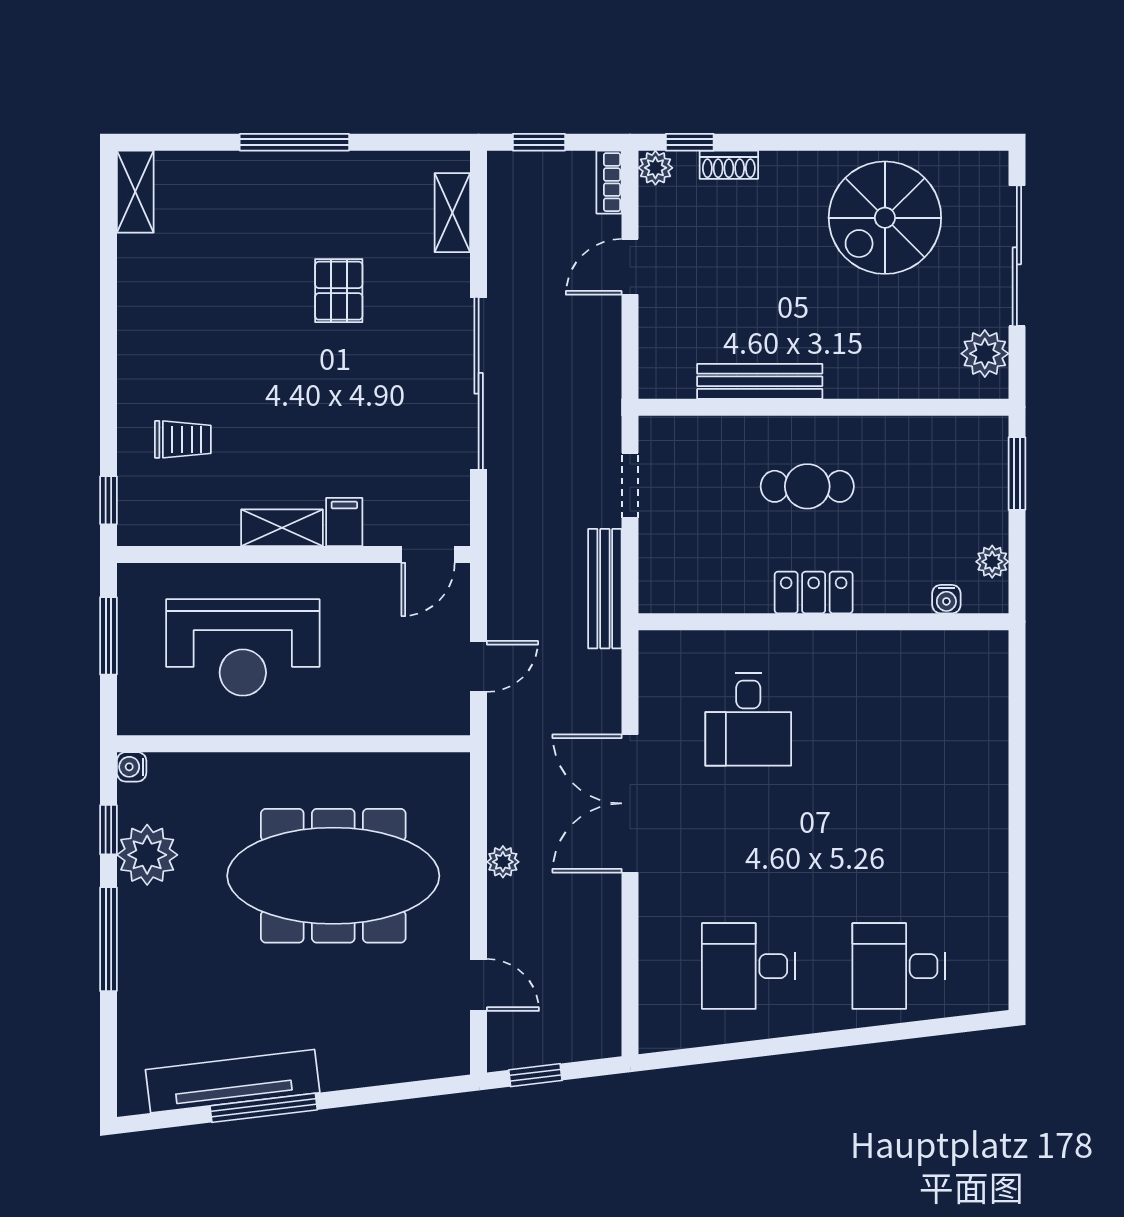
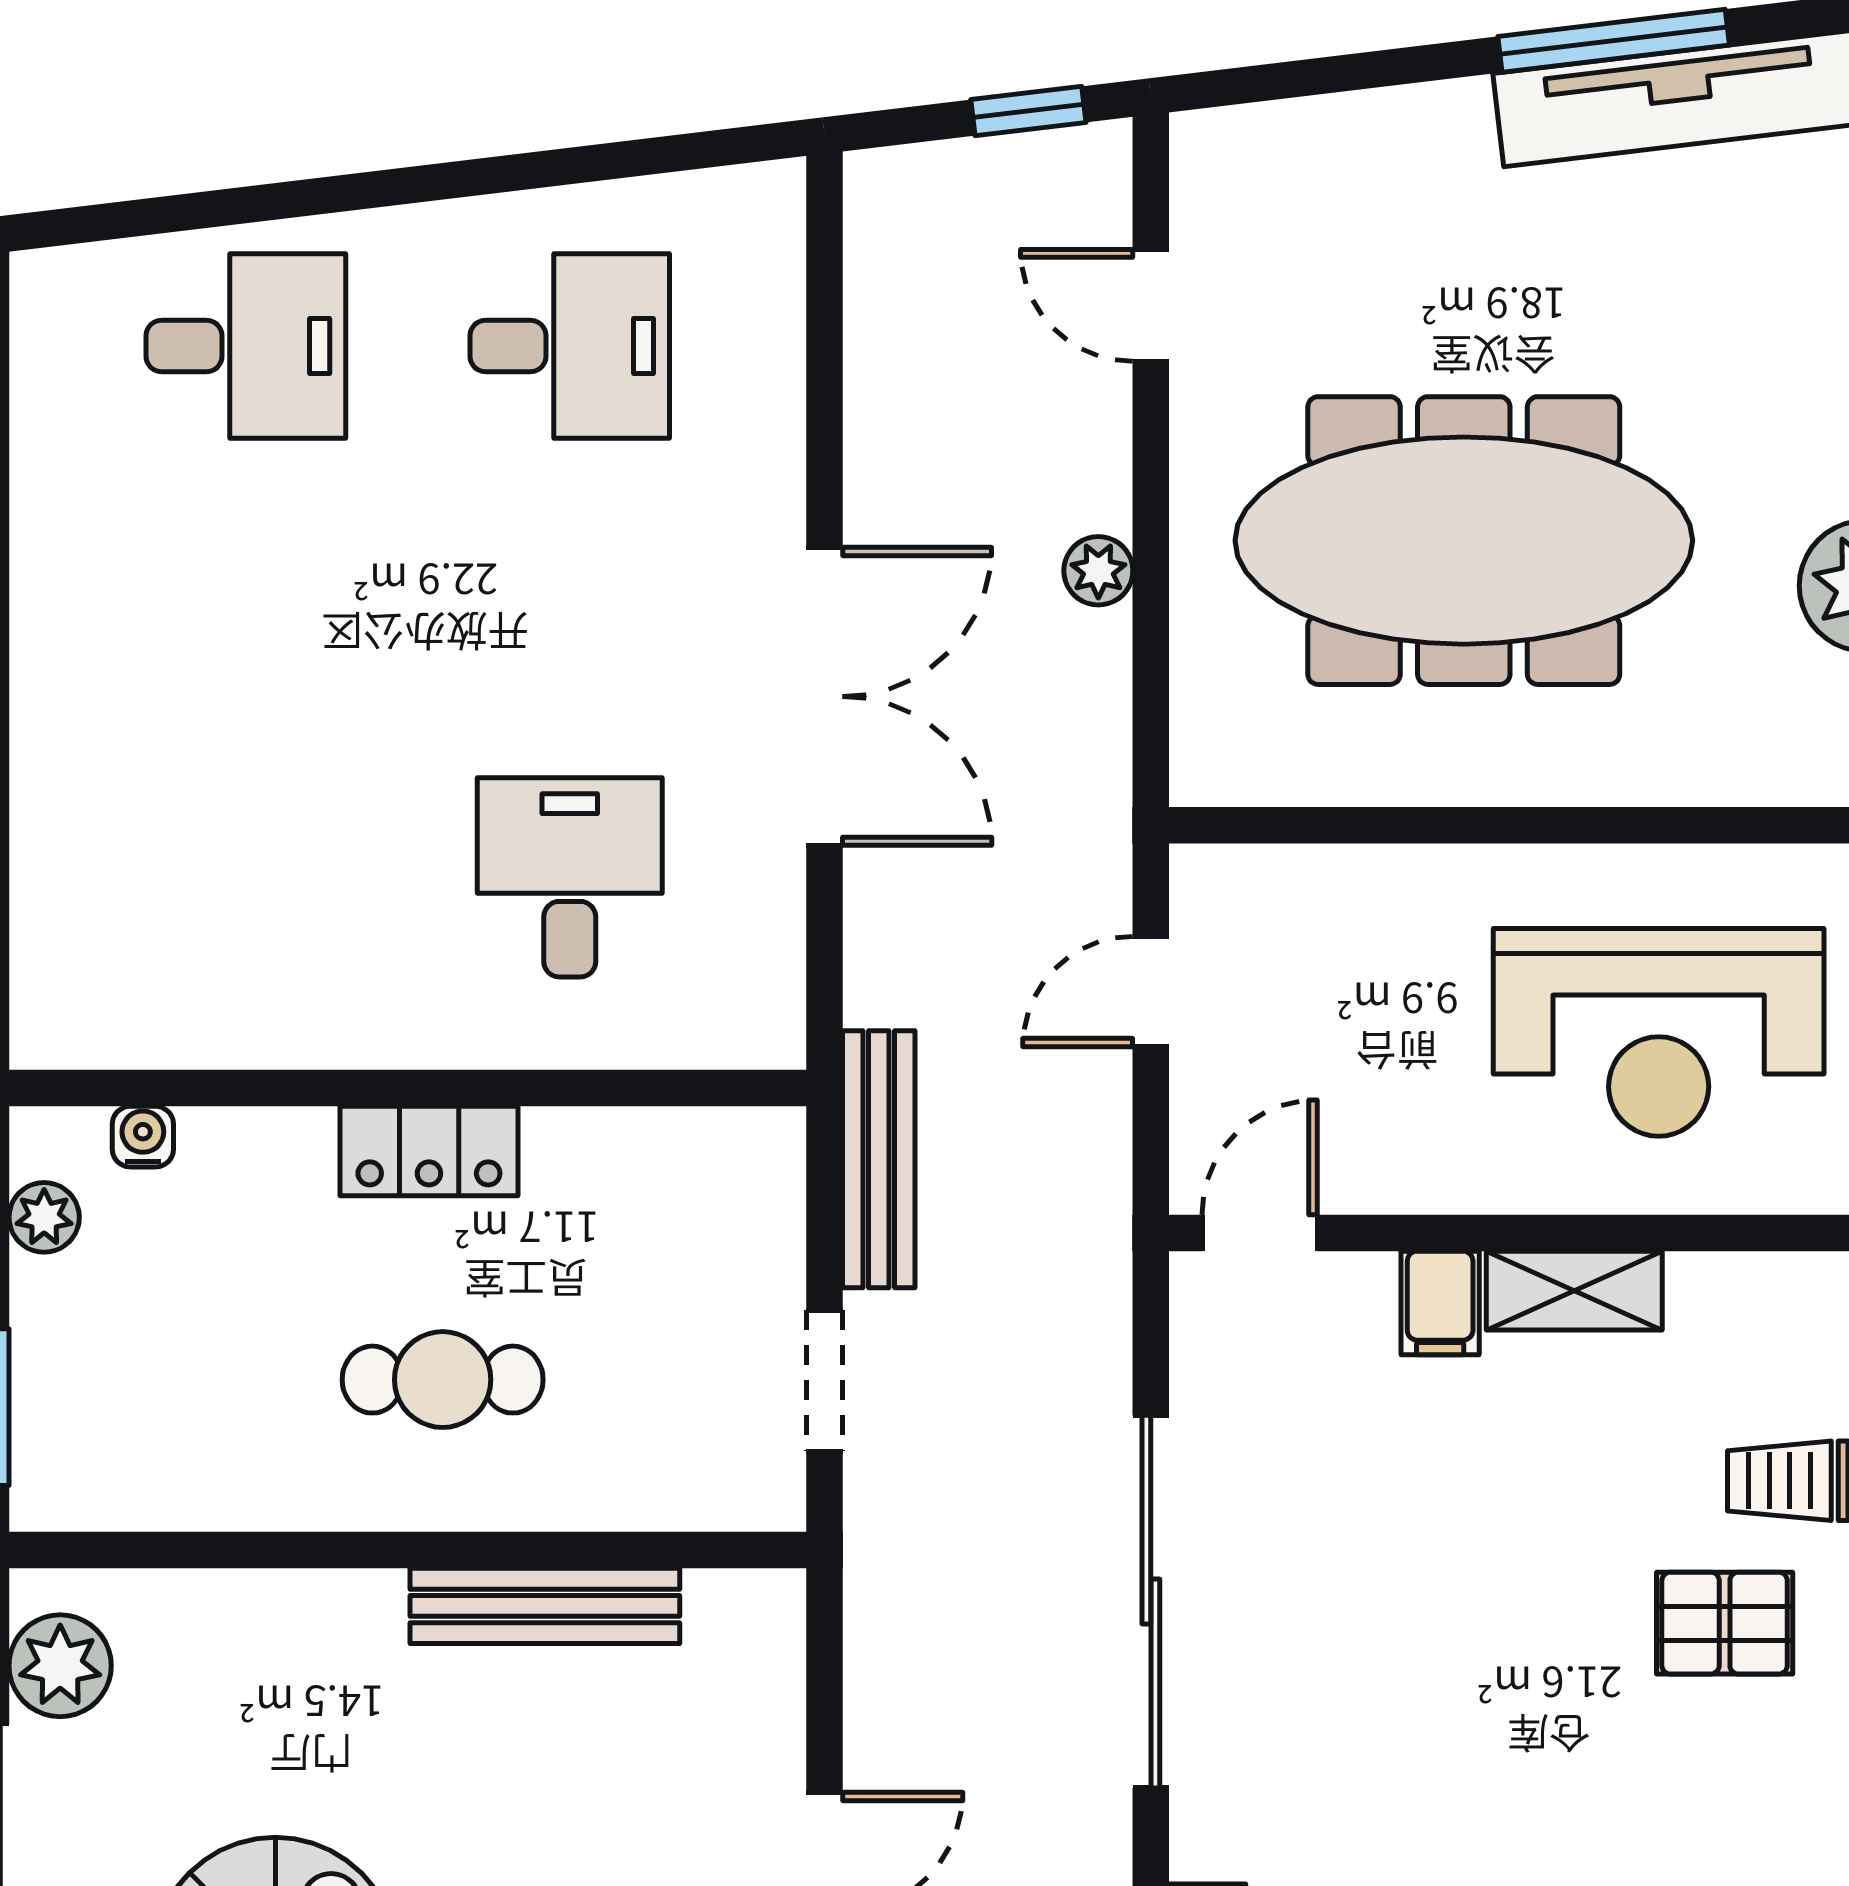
pallet: (339, 291) -> (1725, 1623), moved, turned 90
reception desk: (243, 647) -> (1659, 1032), turned 180

